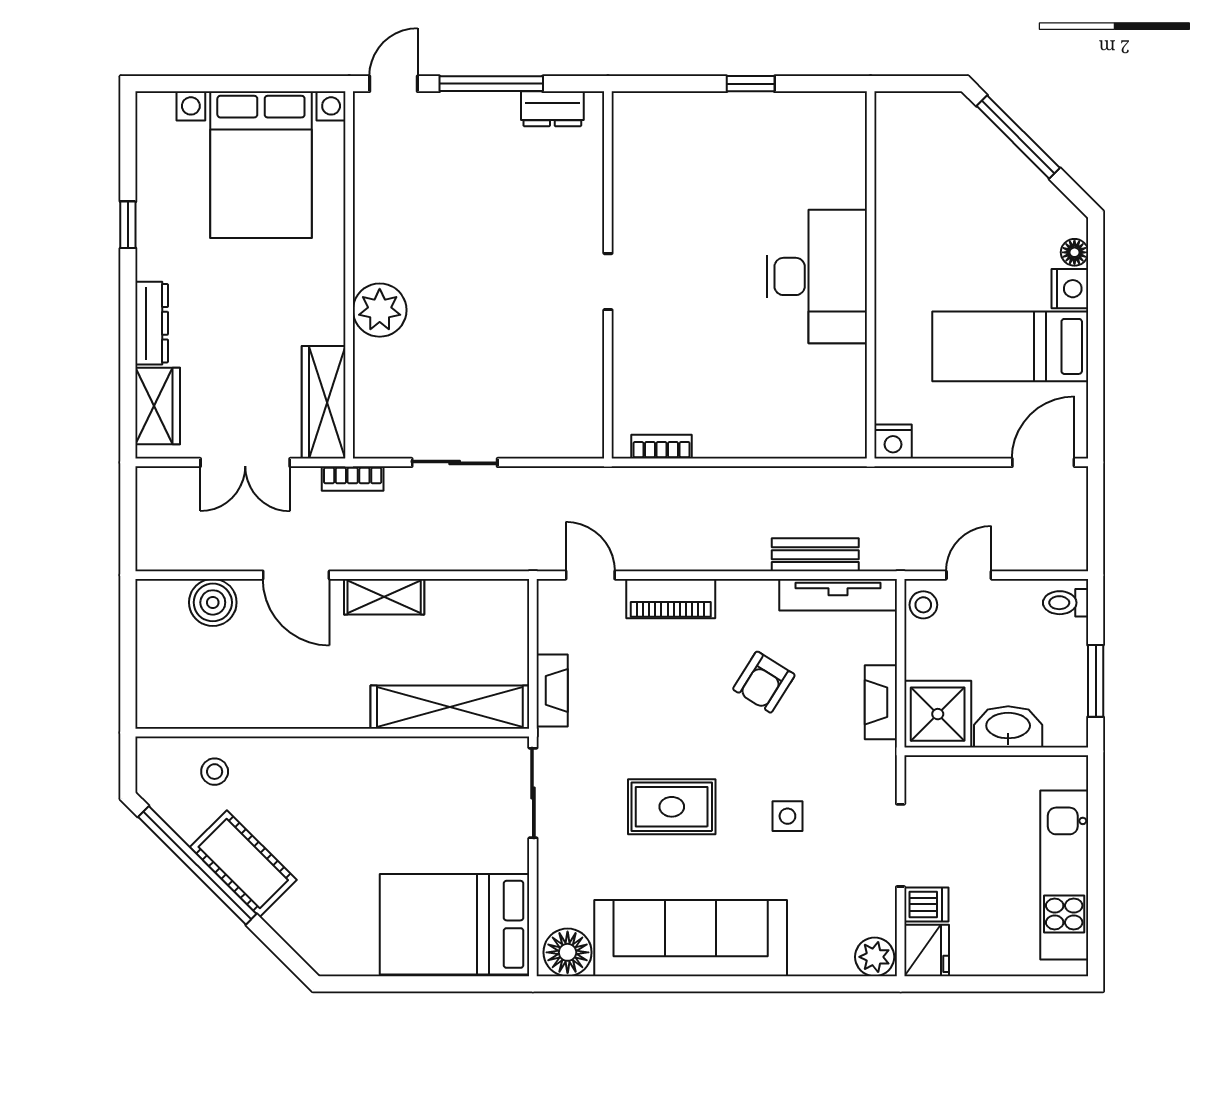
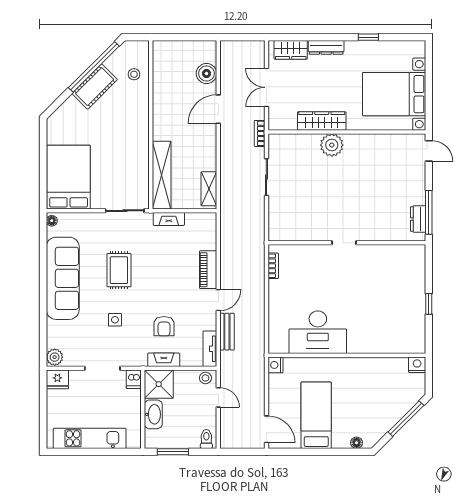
window: (491, 84) -> (429, 212), moved
desk: (817, 276) -> (318, 332), moved
nightstand: (1070, 289) -> (417, 365), moved, turned 180
wardrobe: (324, 402) -> (322, 121), moved
door: (590, 575) -> (218, 300), moved
tv unit: (838, 595) -> (210, 349), width x0.71
shelving: (384, 597) -> (209, 189), moved
armchair: (764, 682) -> (164, 326), moved, turned -122
dishwasher: (926, 904) -> (134, 379), moved
floor lamp: (568, 952) -> (52, 221), width x0.53, depth x0.53

